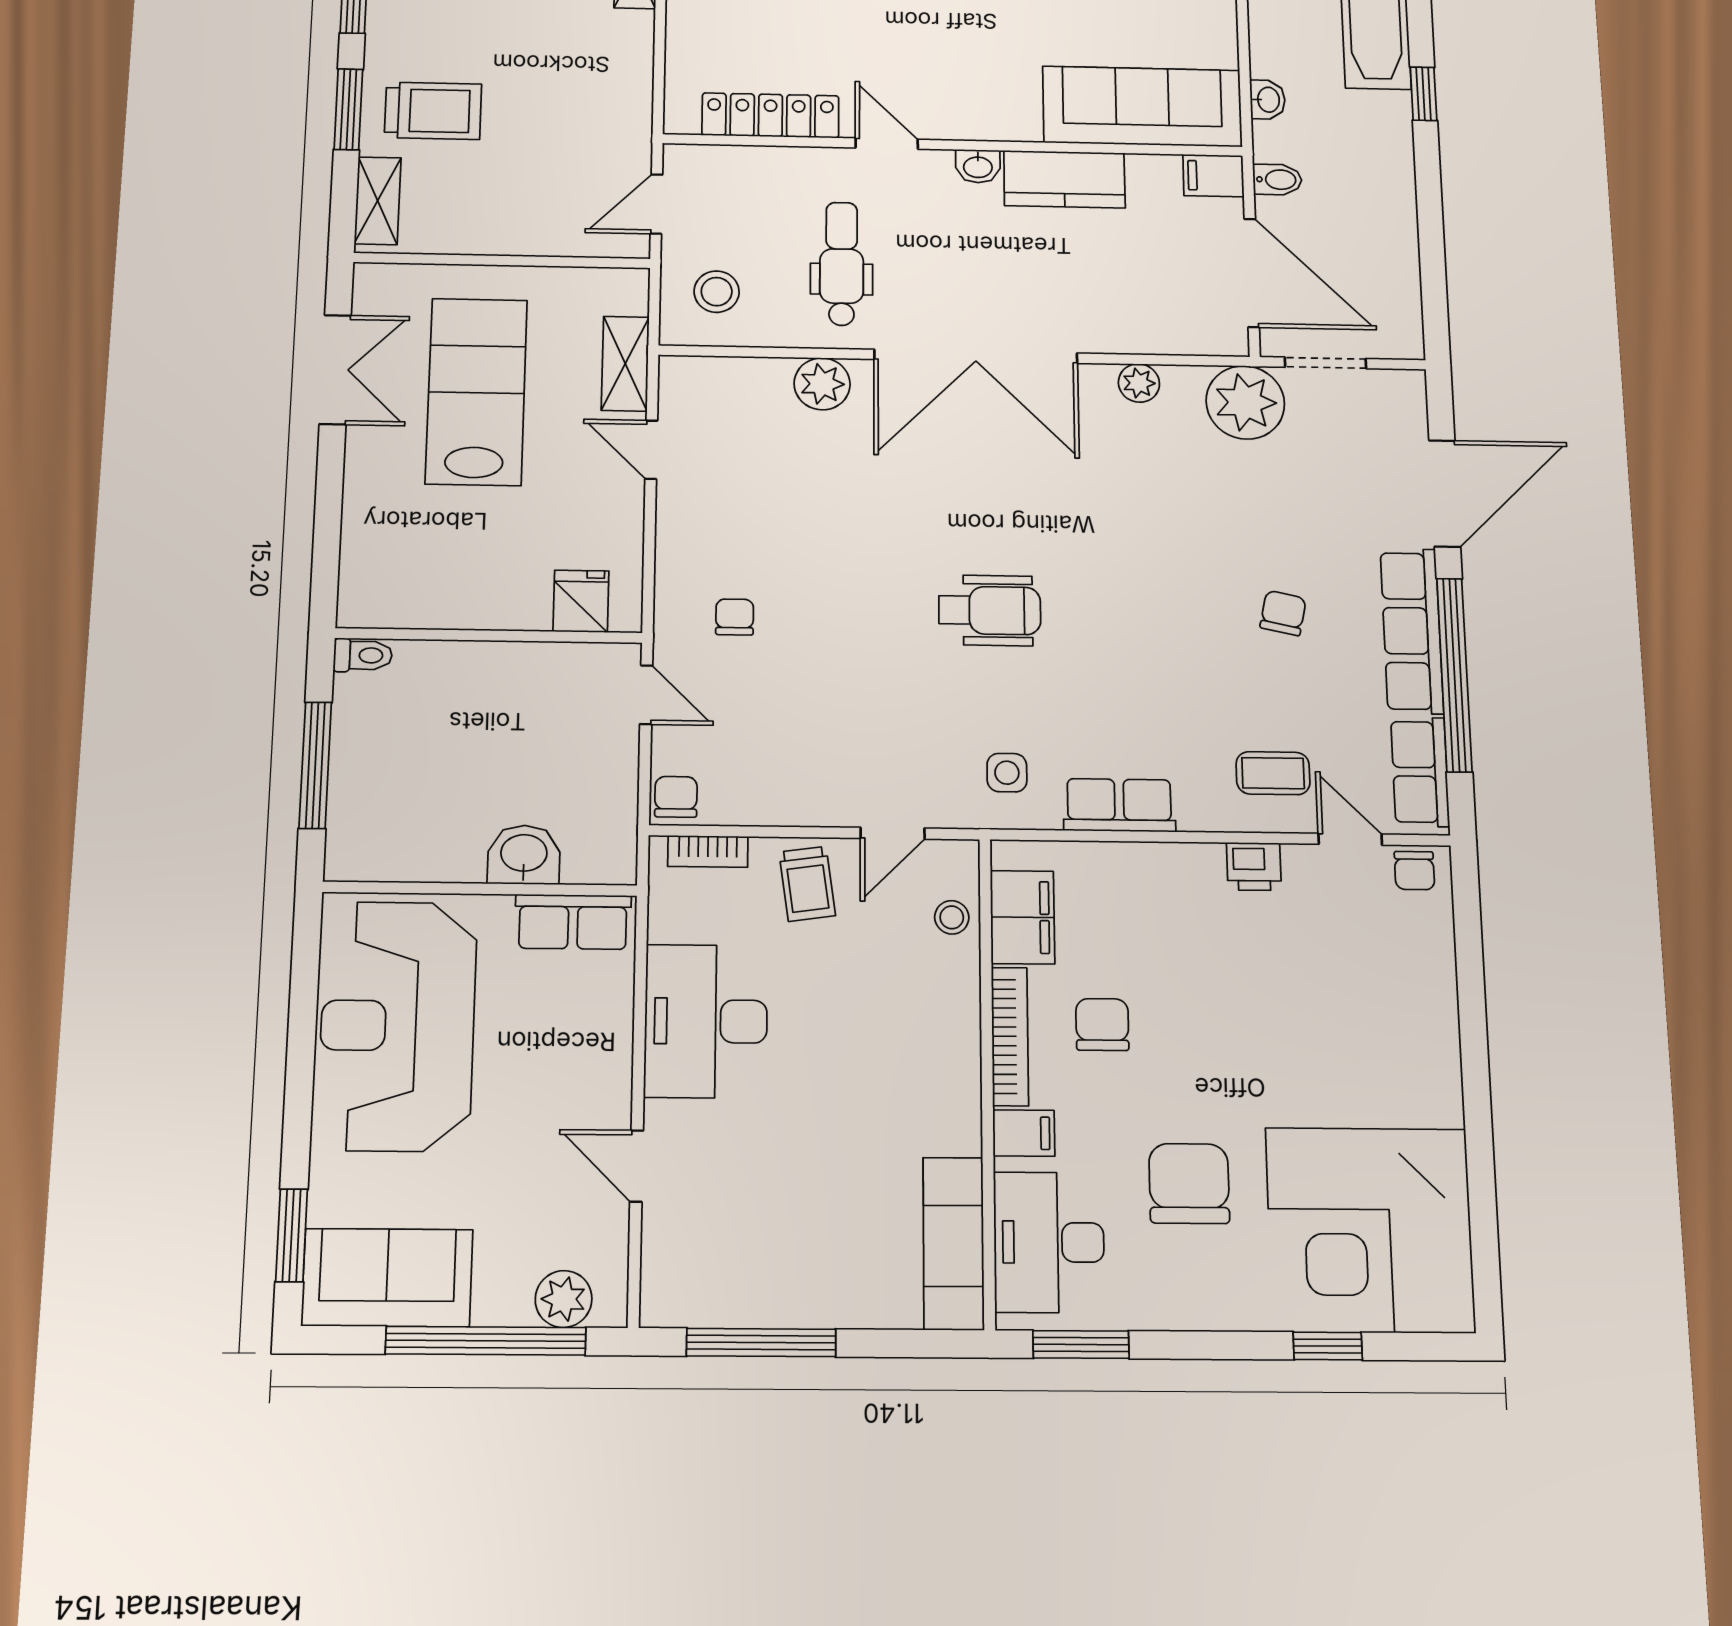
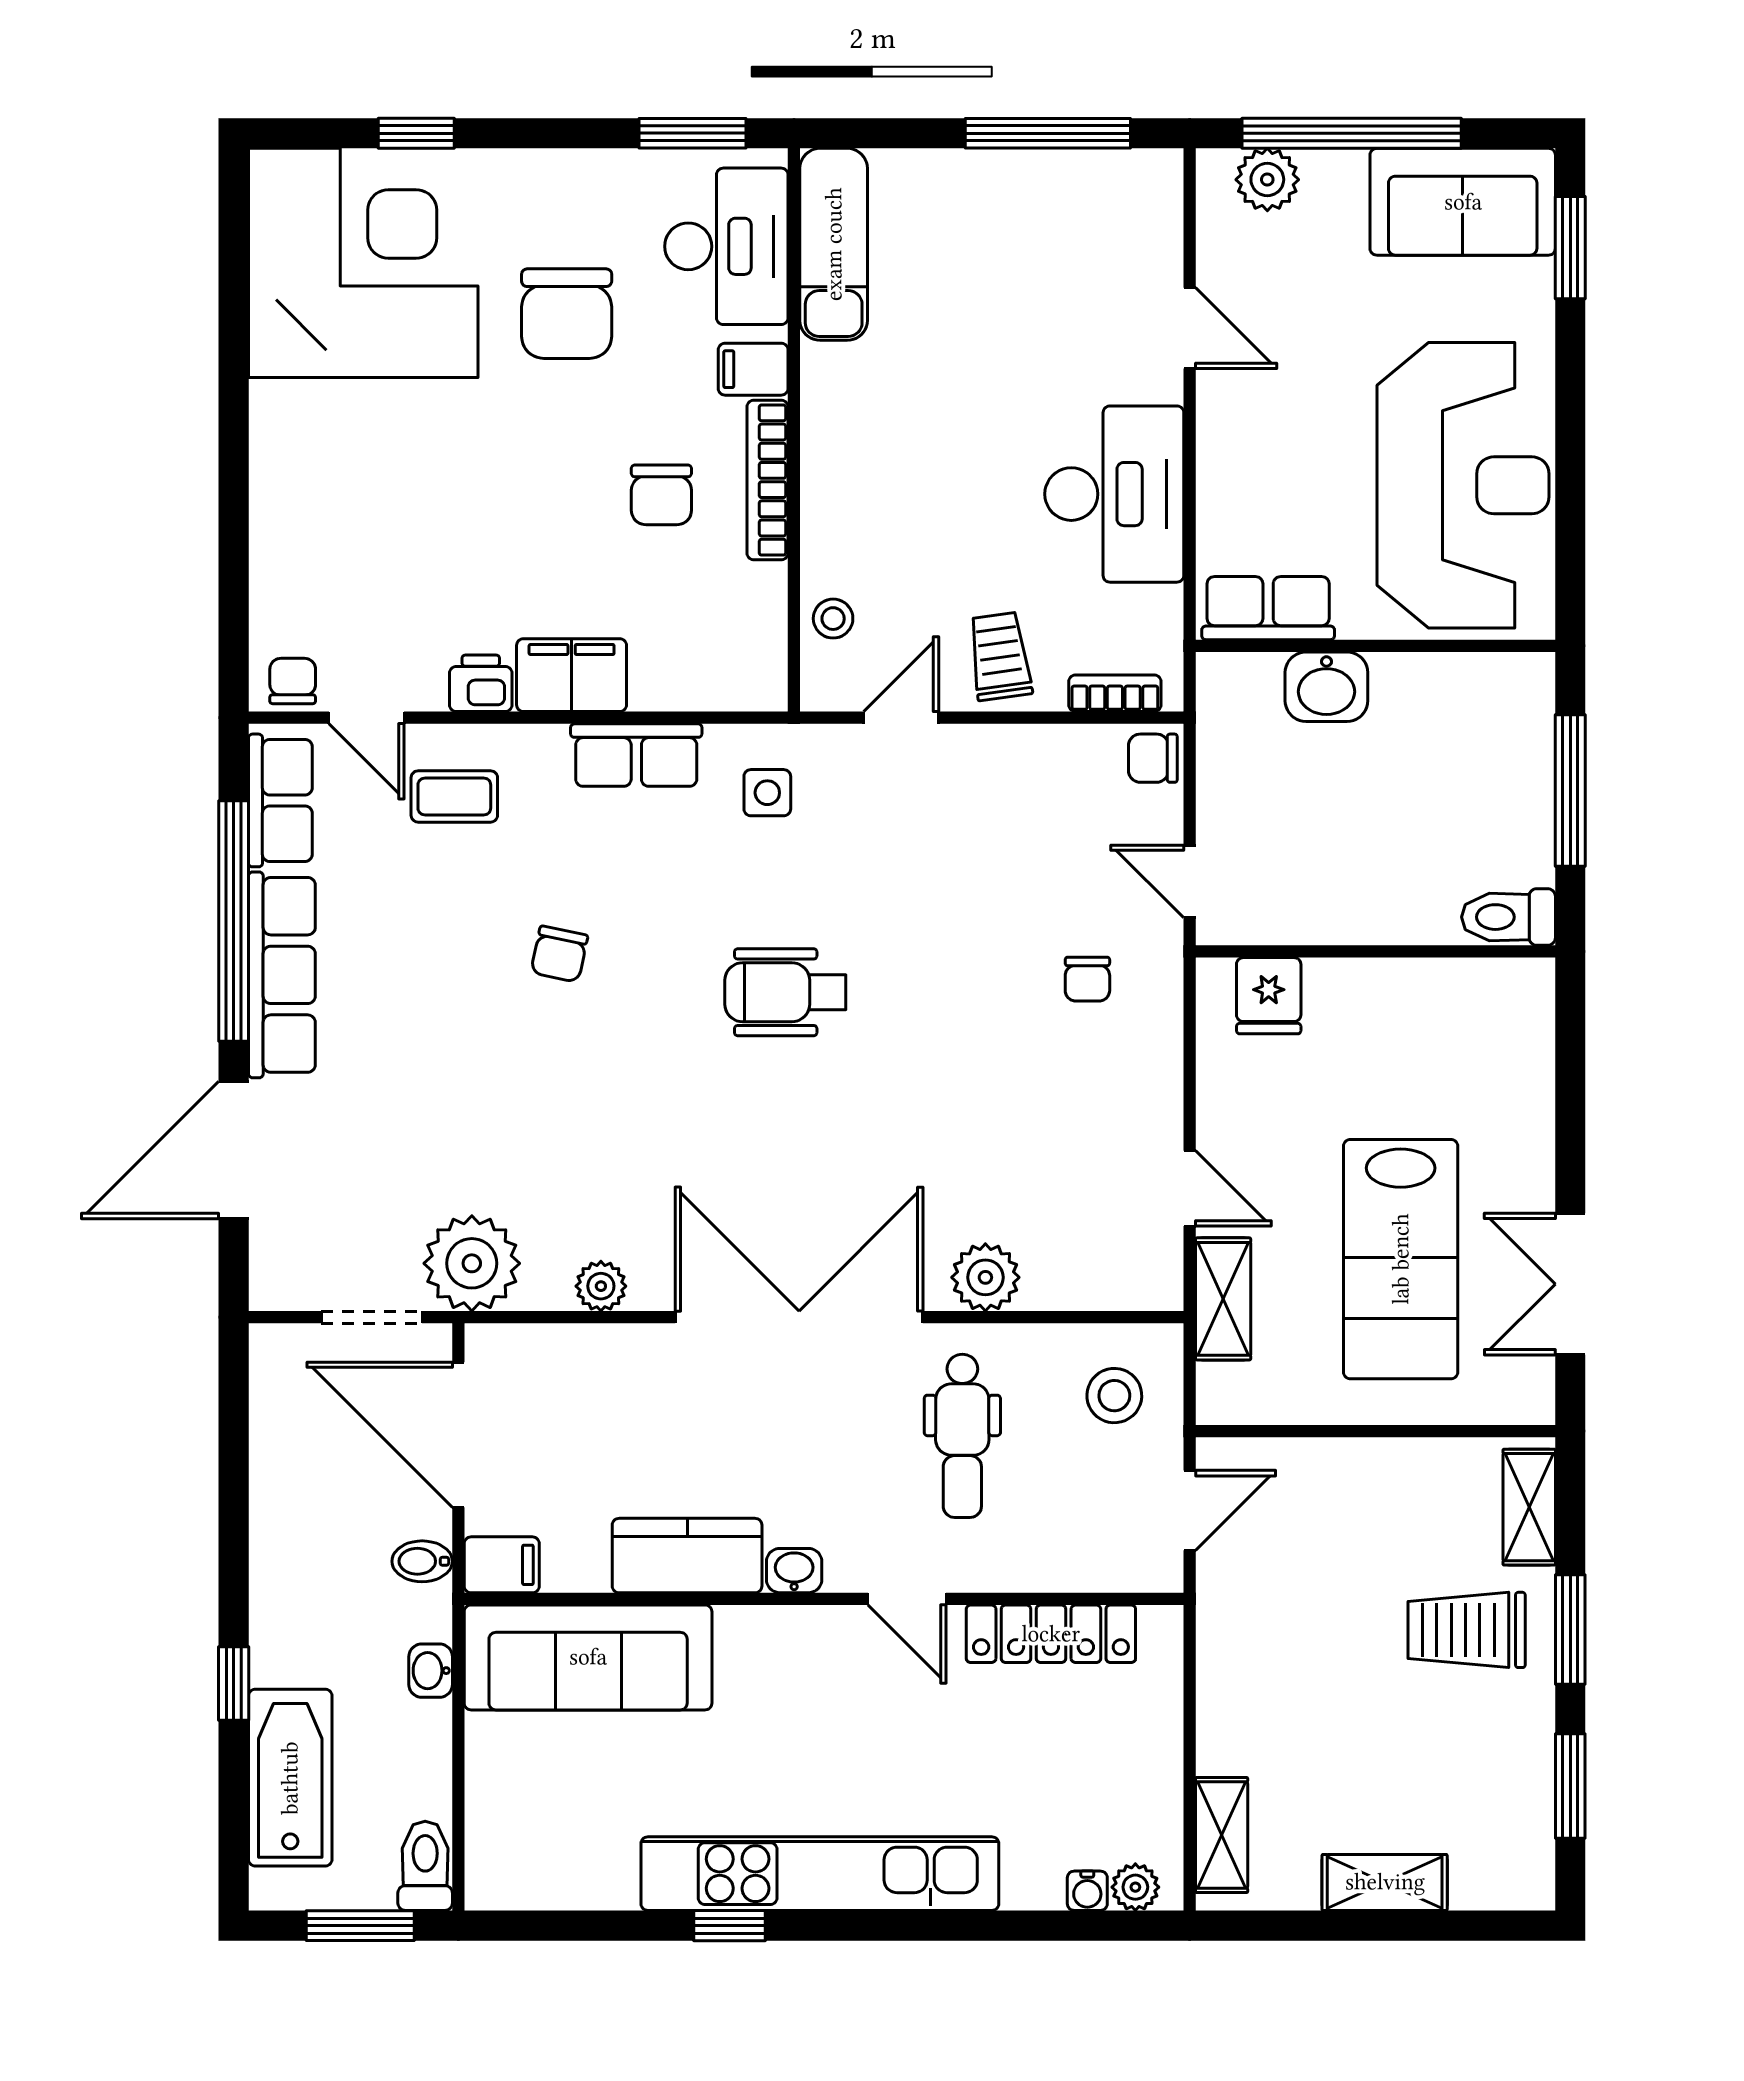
chair: (1283, 613) -> (559, 954), moved
toilet: (363, 655) -> (1508, 917), width x1.37, depth x1.39
chair: (676, 797) -> (1153, 758), turned 90
filing cabinet: (1022, 917) -> (572, 675), moved, turned 90

